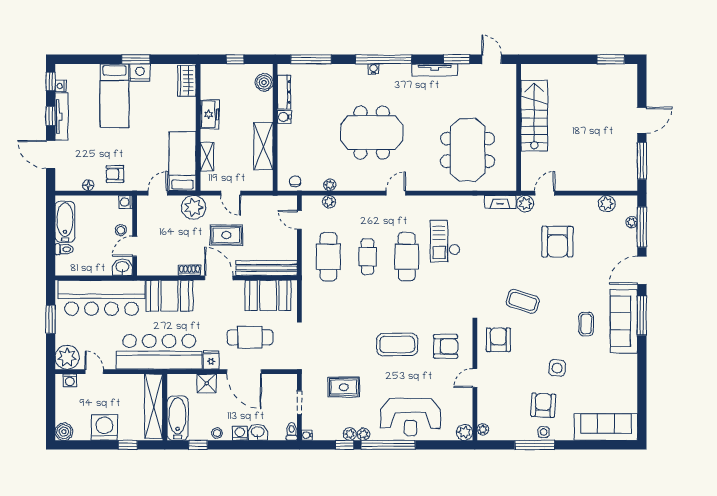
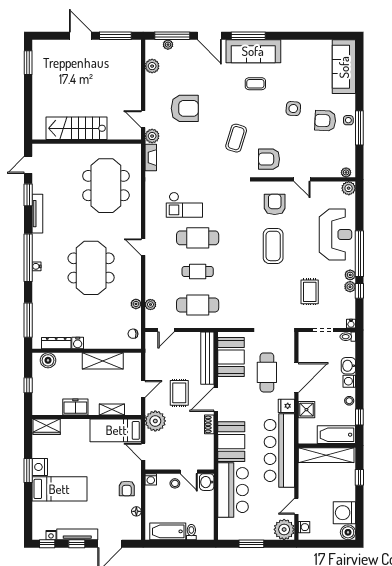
meeting table: (468, 150) -> (106, 186), turned 90
bar counter: (102, 298) -> (233, 490), width x0.73
washing machine: (104, 427) -> (344, 513), moved

